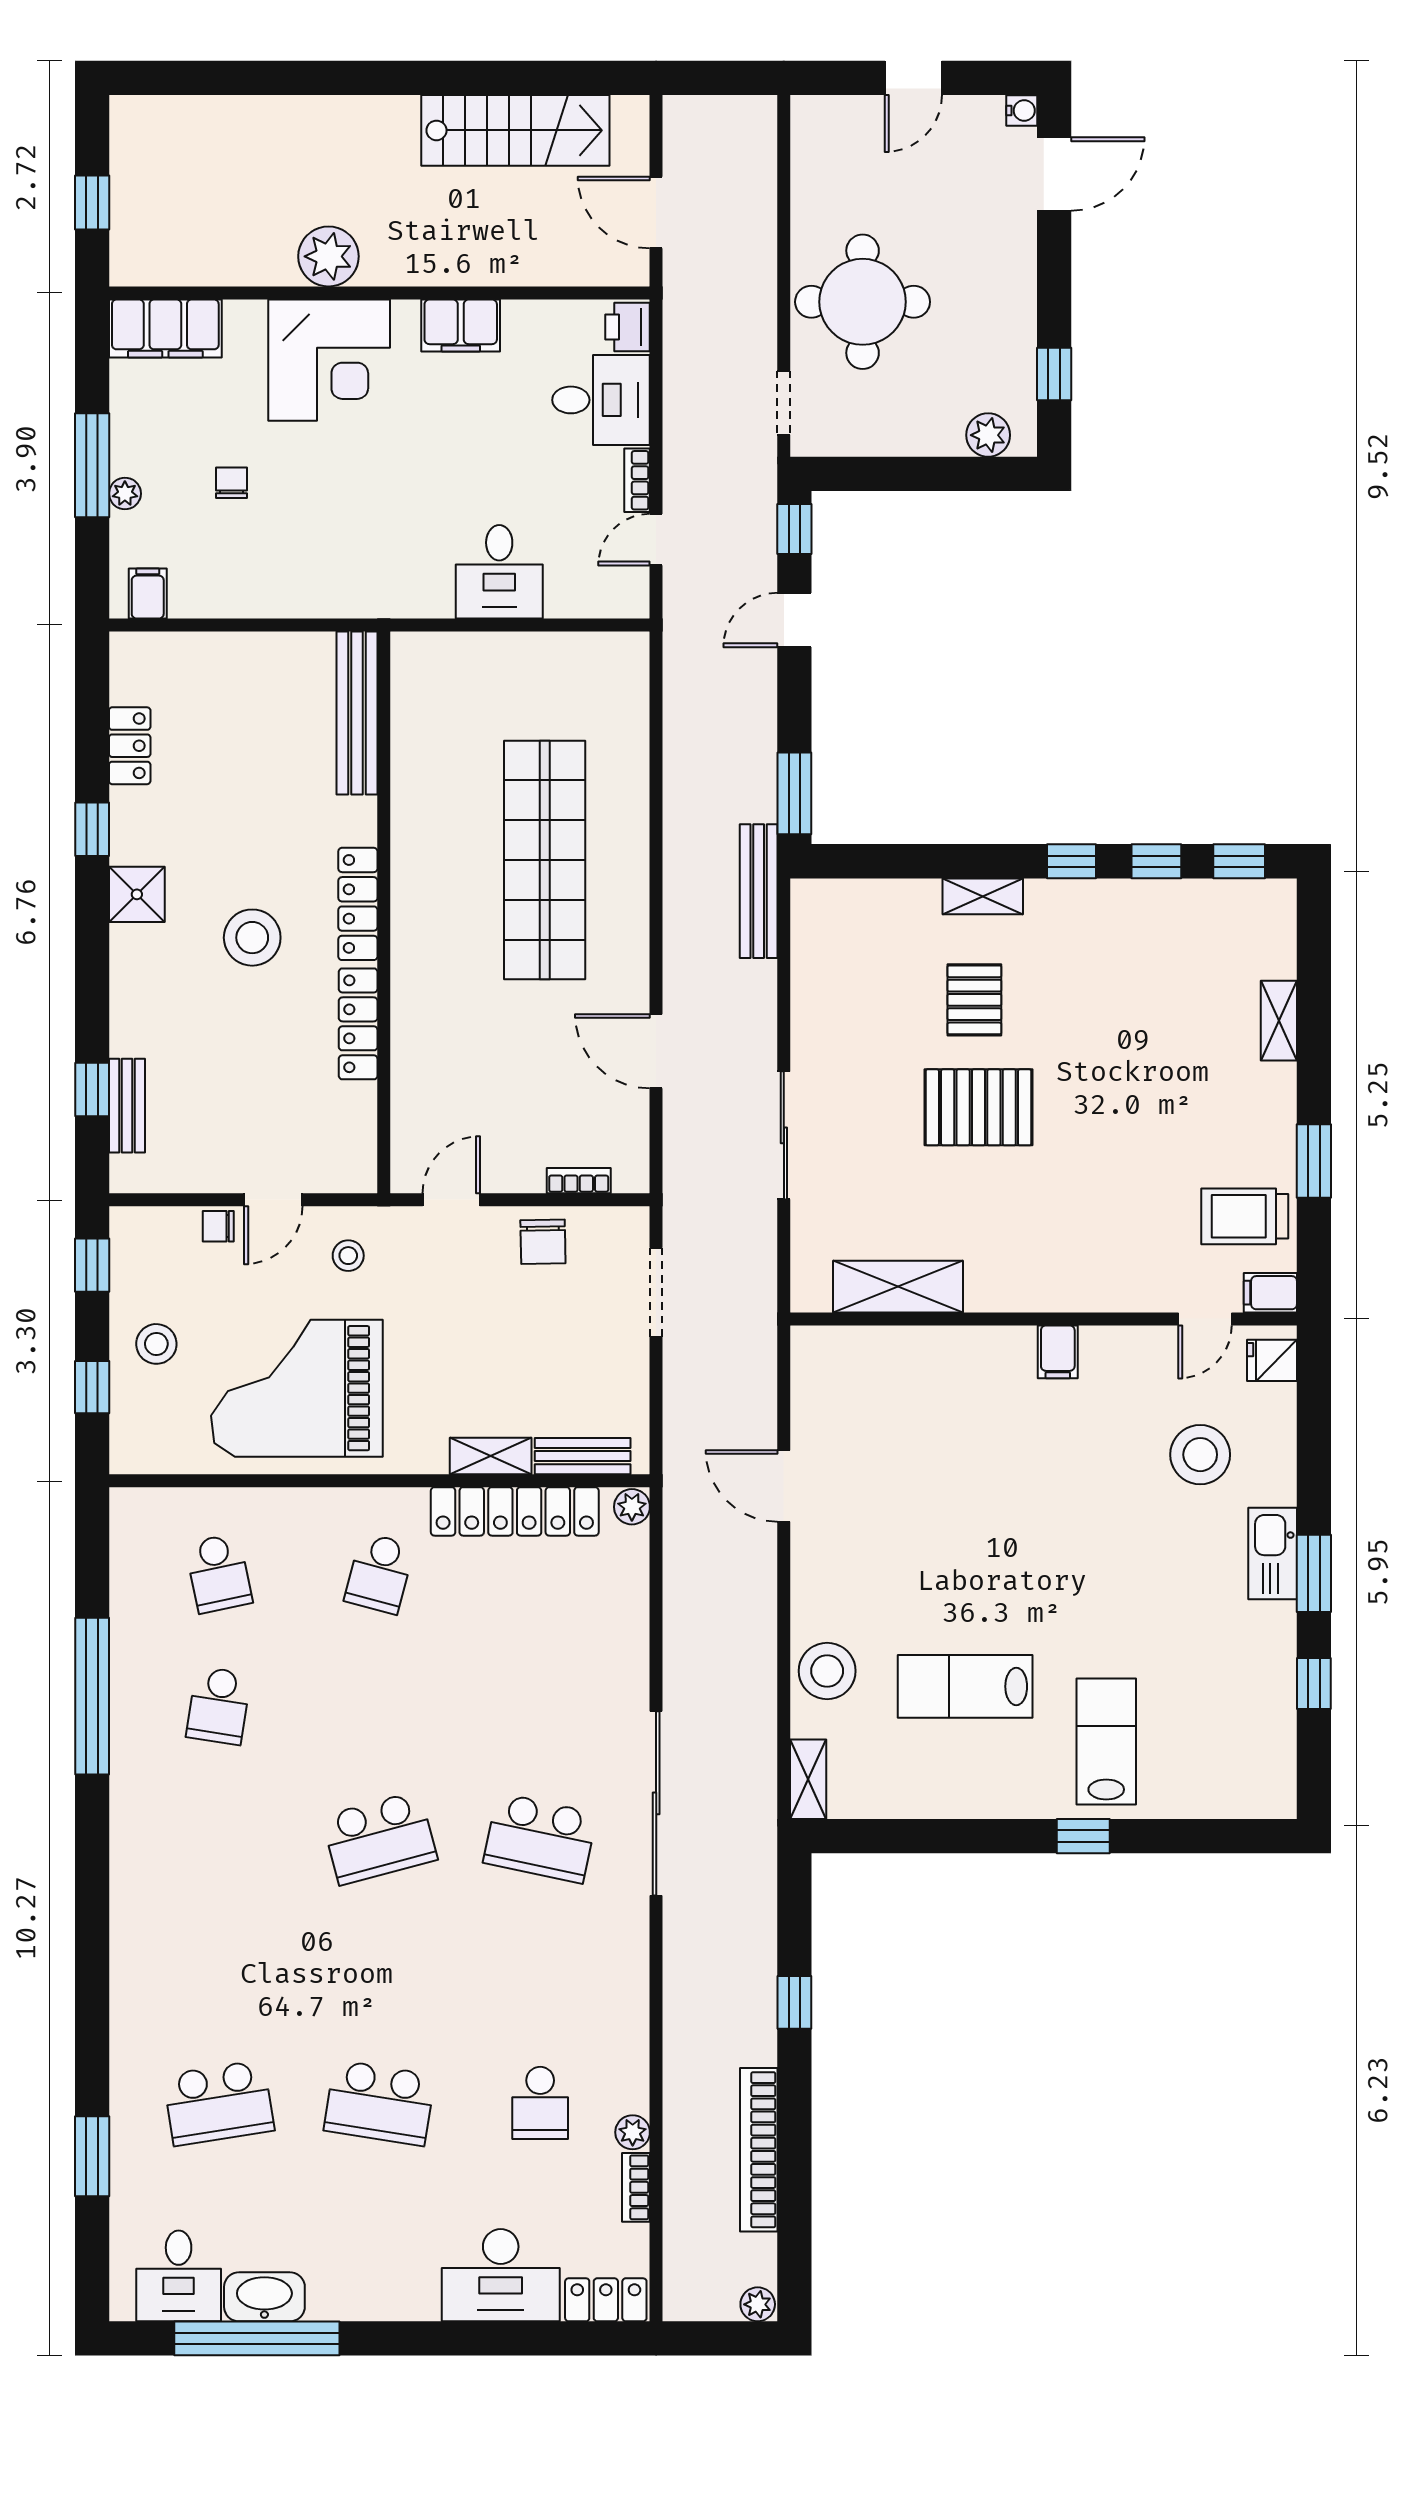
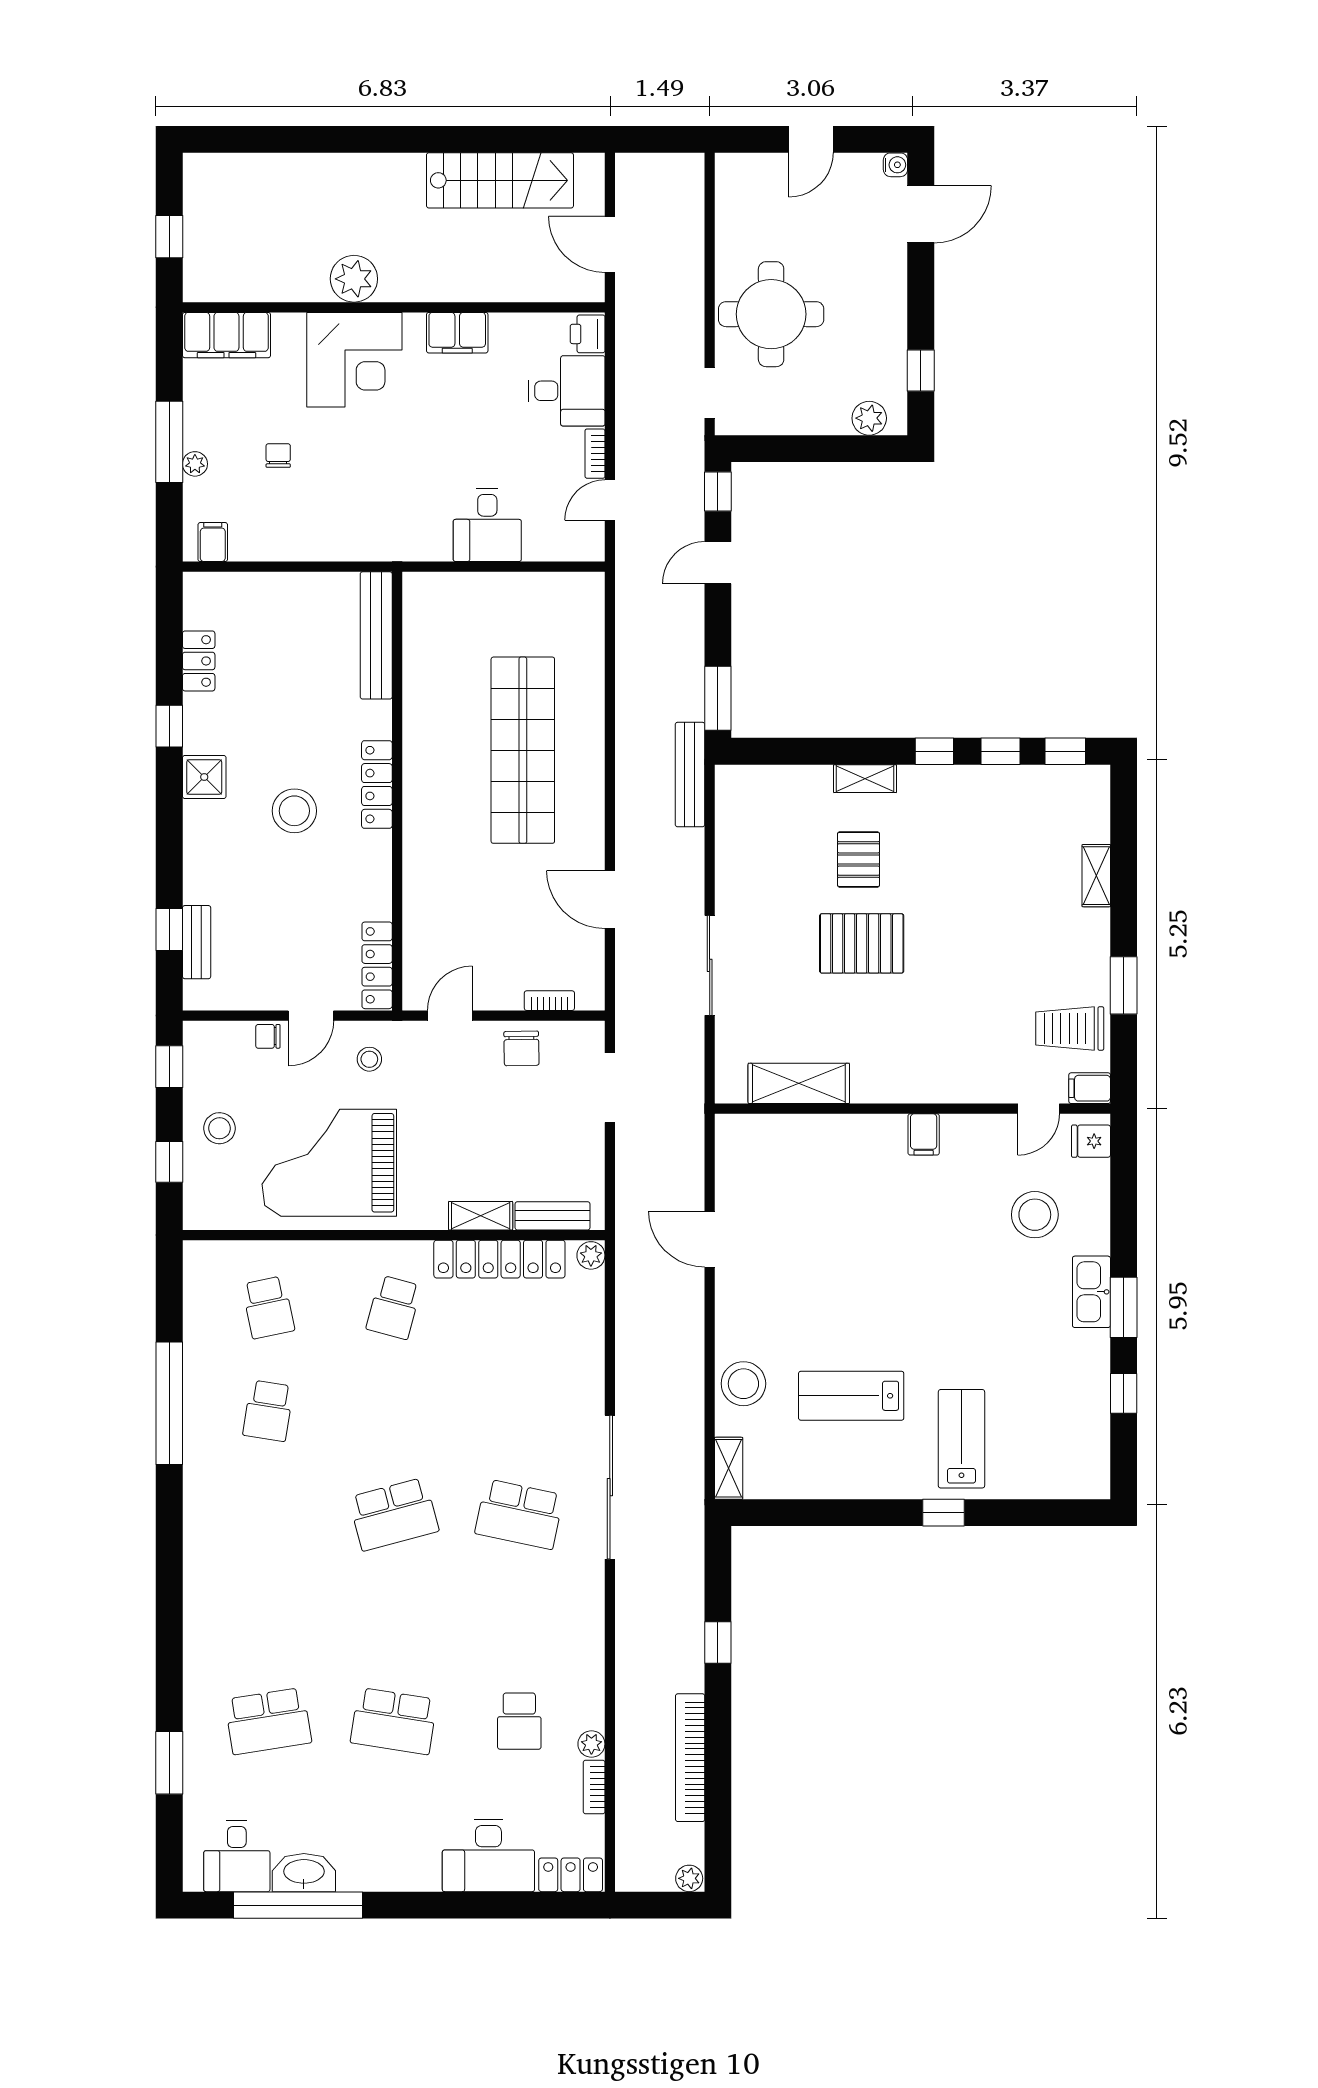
locker: (358, 1024) -> (377, 965), moved

